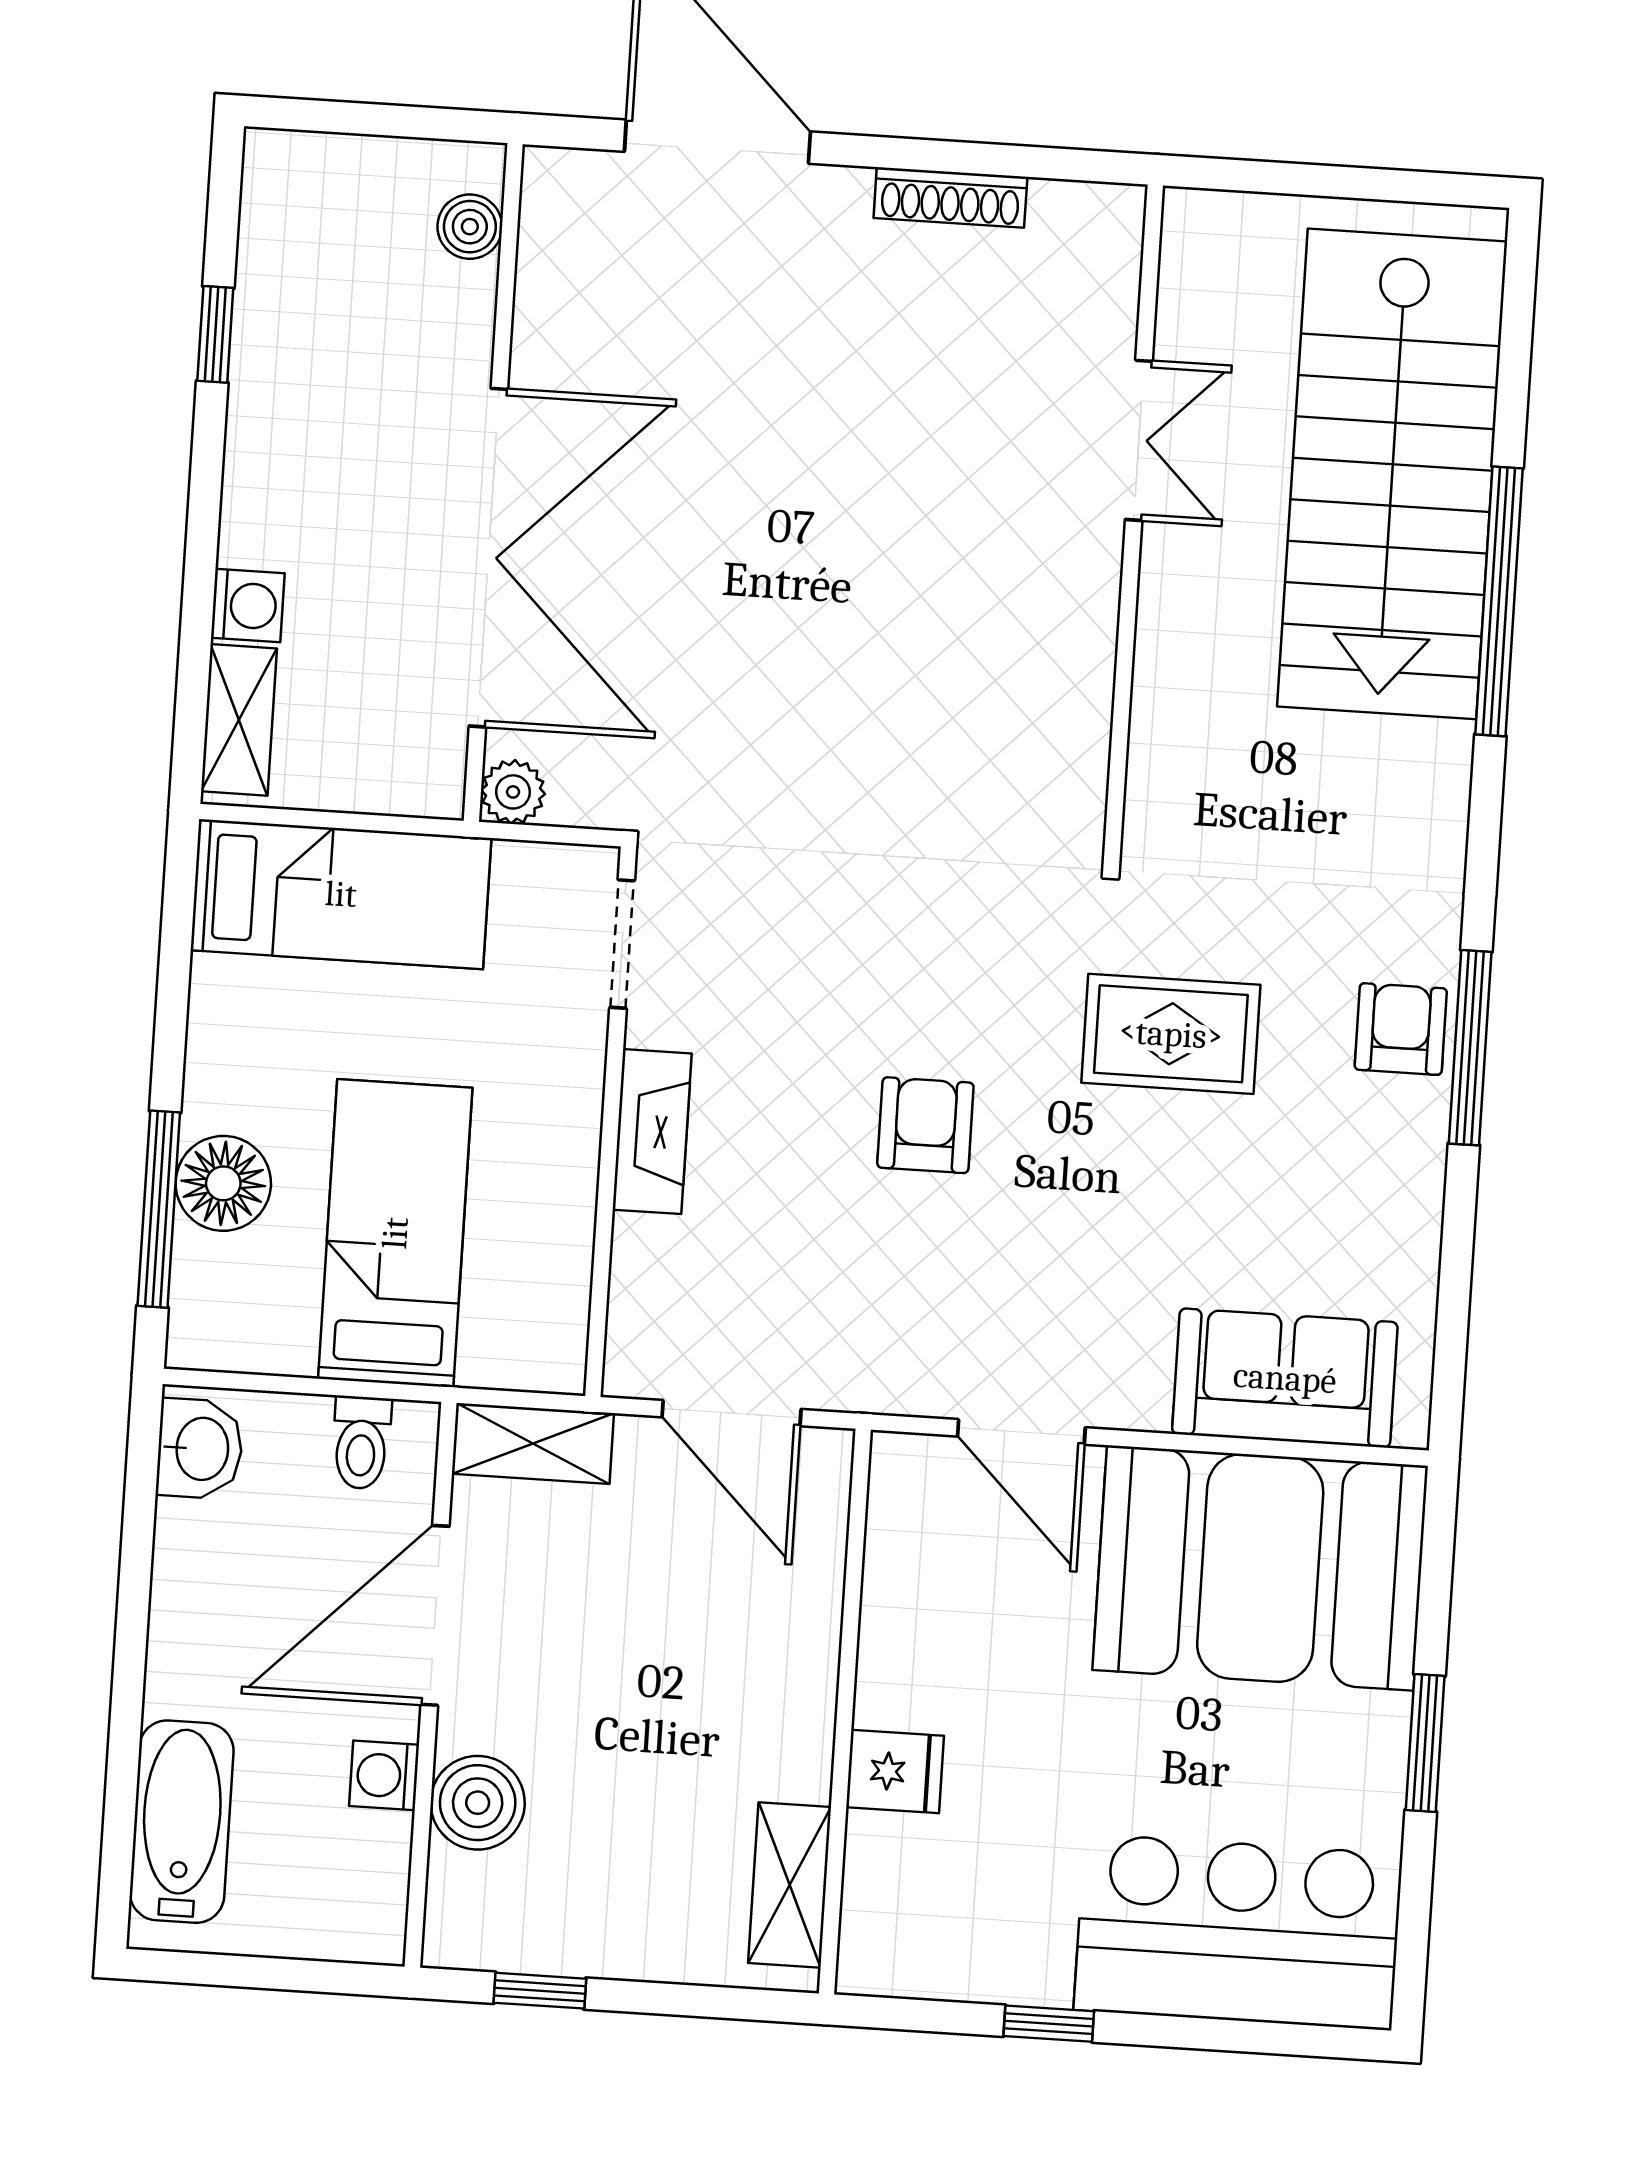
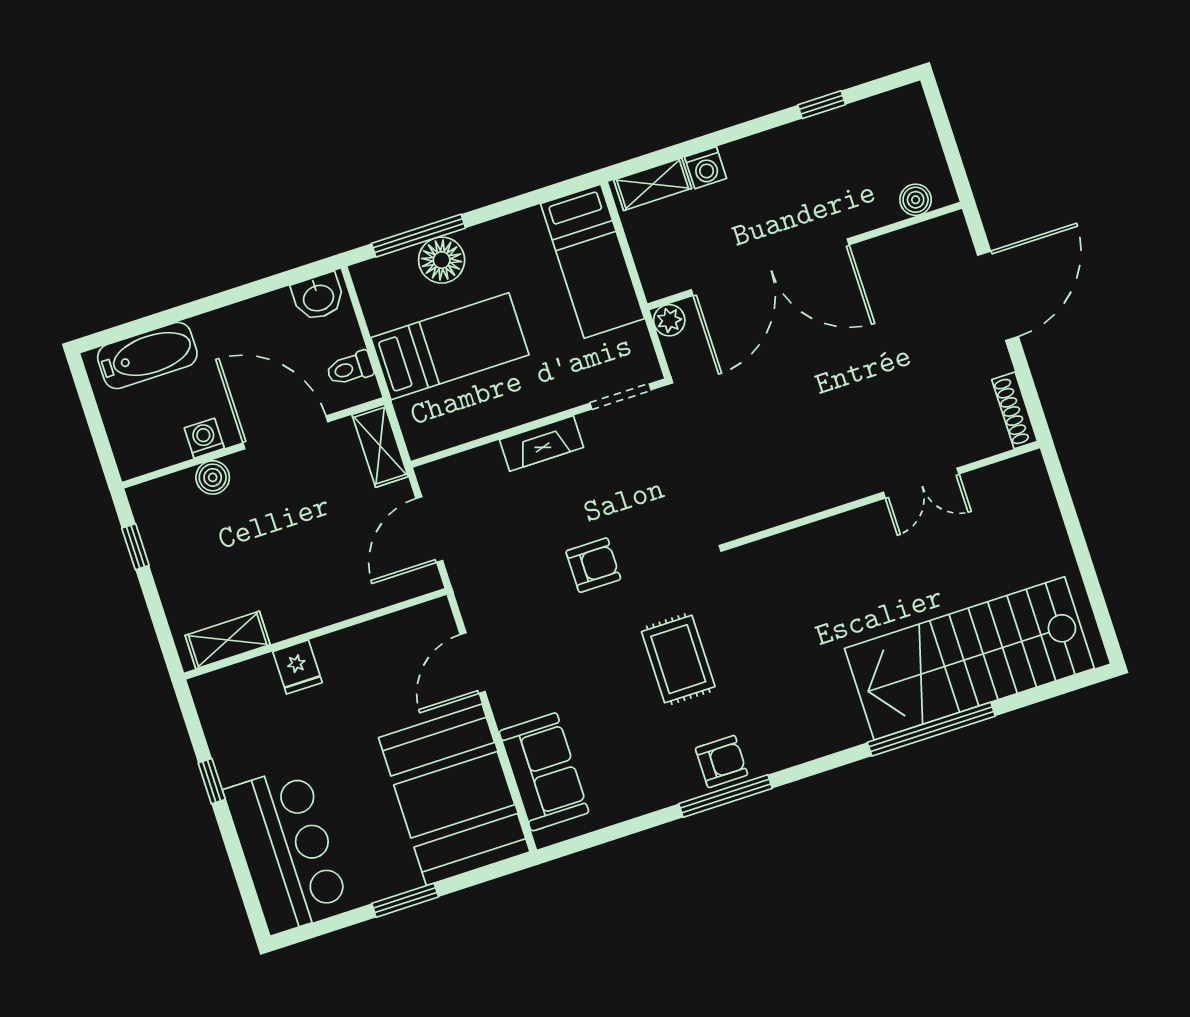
double door: (1139, 440) -> (921, 483), moved
wall: (1133, 524) -> (883, 496), moved
boiler: (478, 1803) -> (213, 477), width x0.73, depth x0.73

